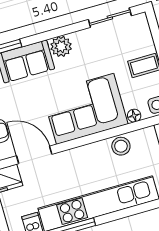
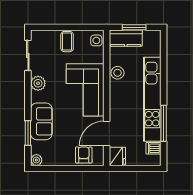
plant: (61, 46) -> (38, 83), moved
floor lamp: (134, 116) -> (99, 58), removed

